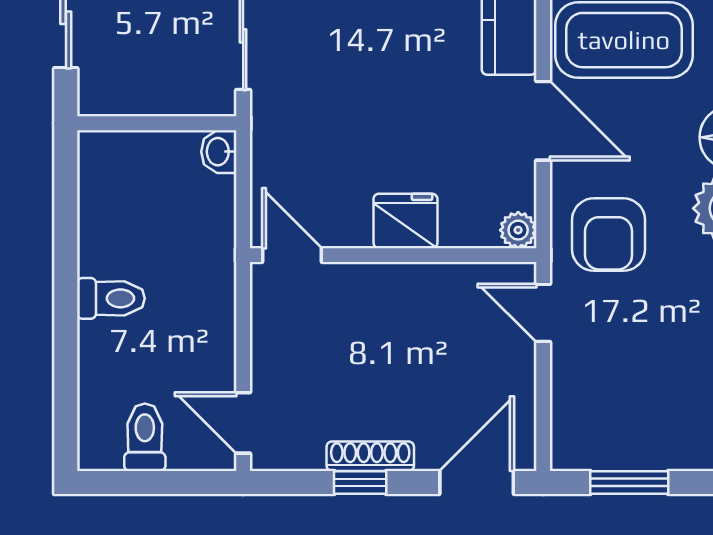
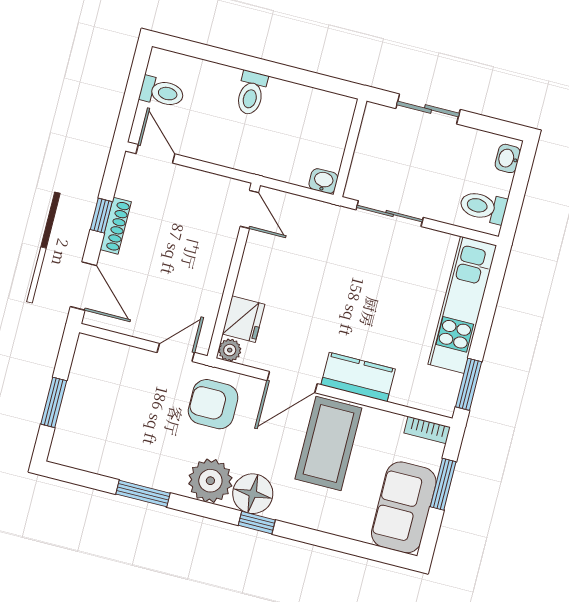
fridge: (405, 221) -> (244, 319), moved
door: (292, 255) -> (249, 209), hinge flipped
door: (243, 423) -> (155, 154), hinge flipped
window: (629, 482) -> (54, 402), moved

